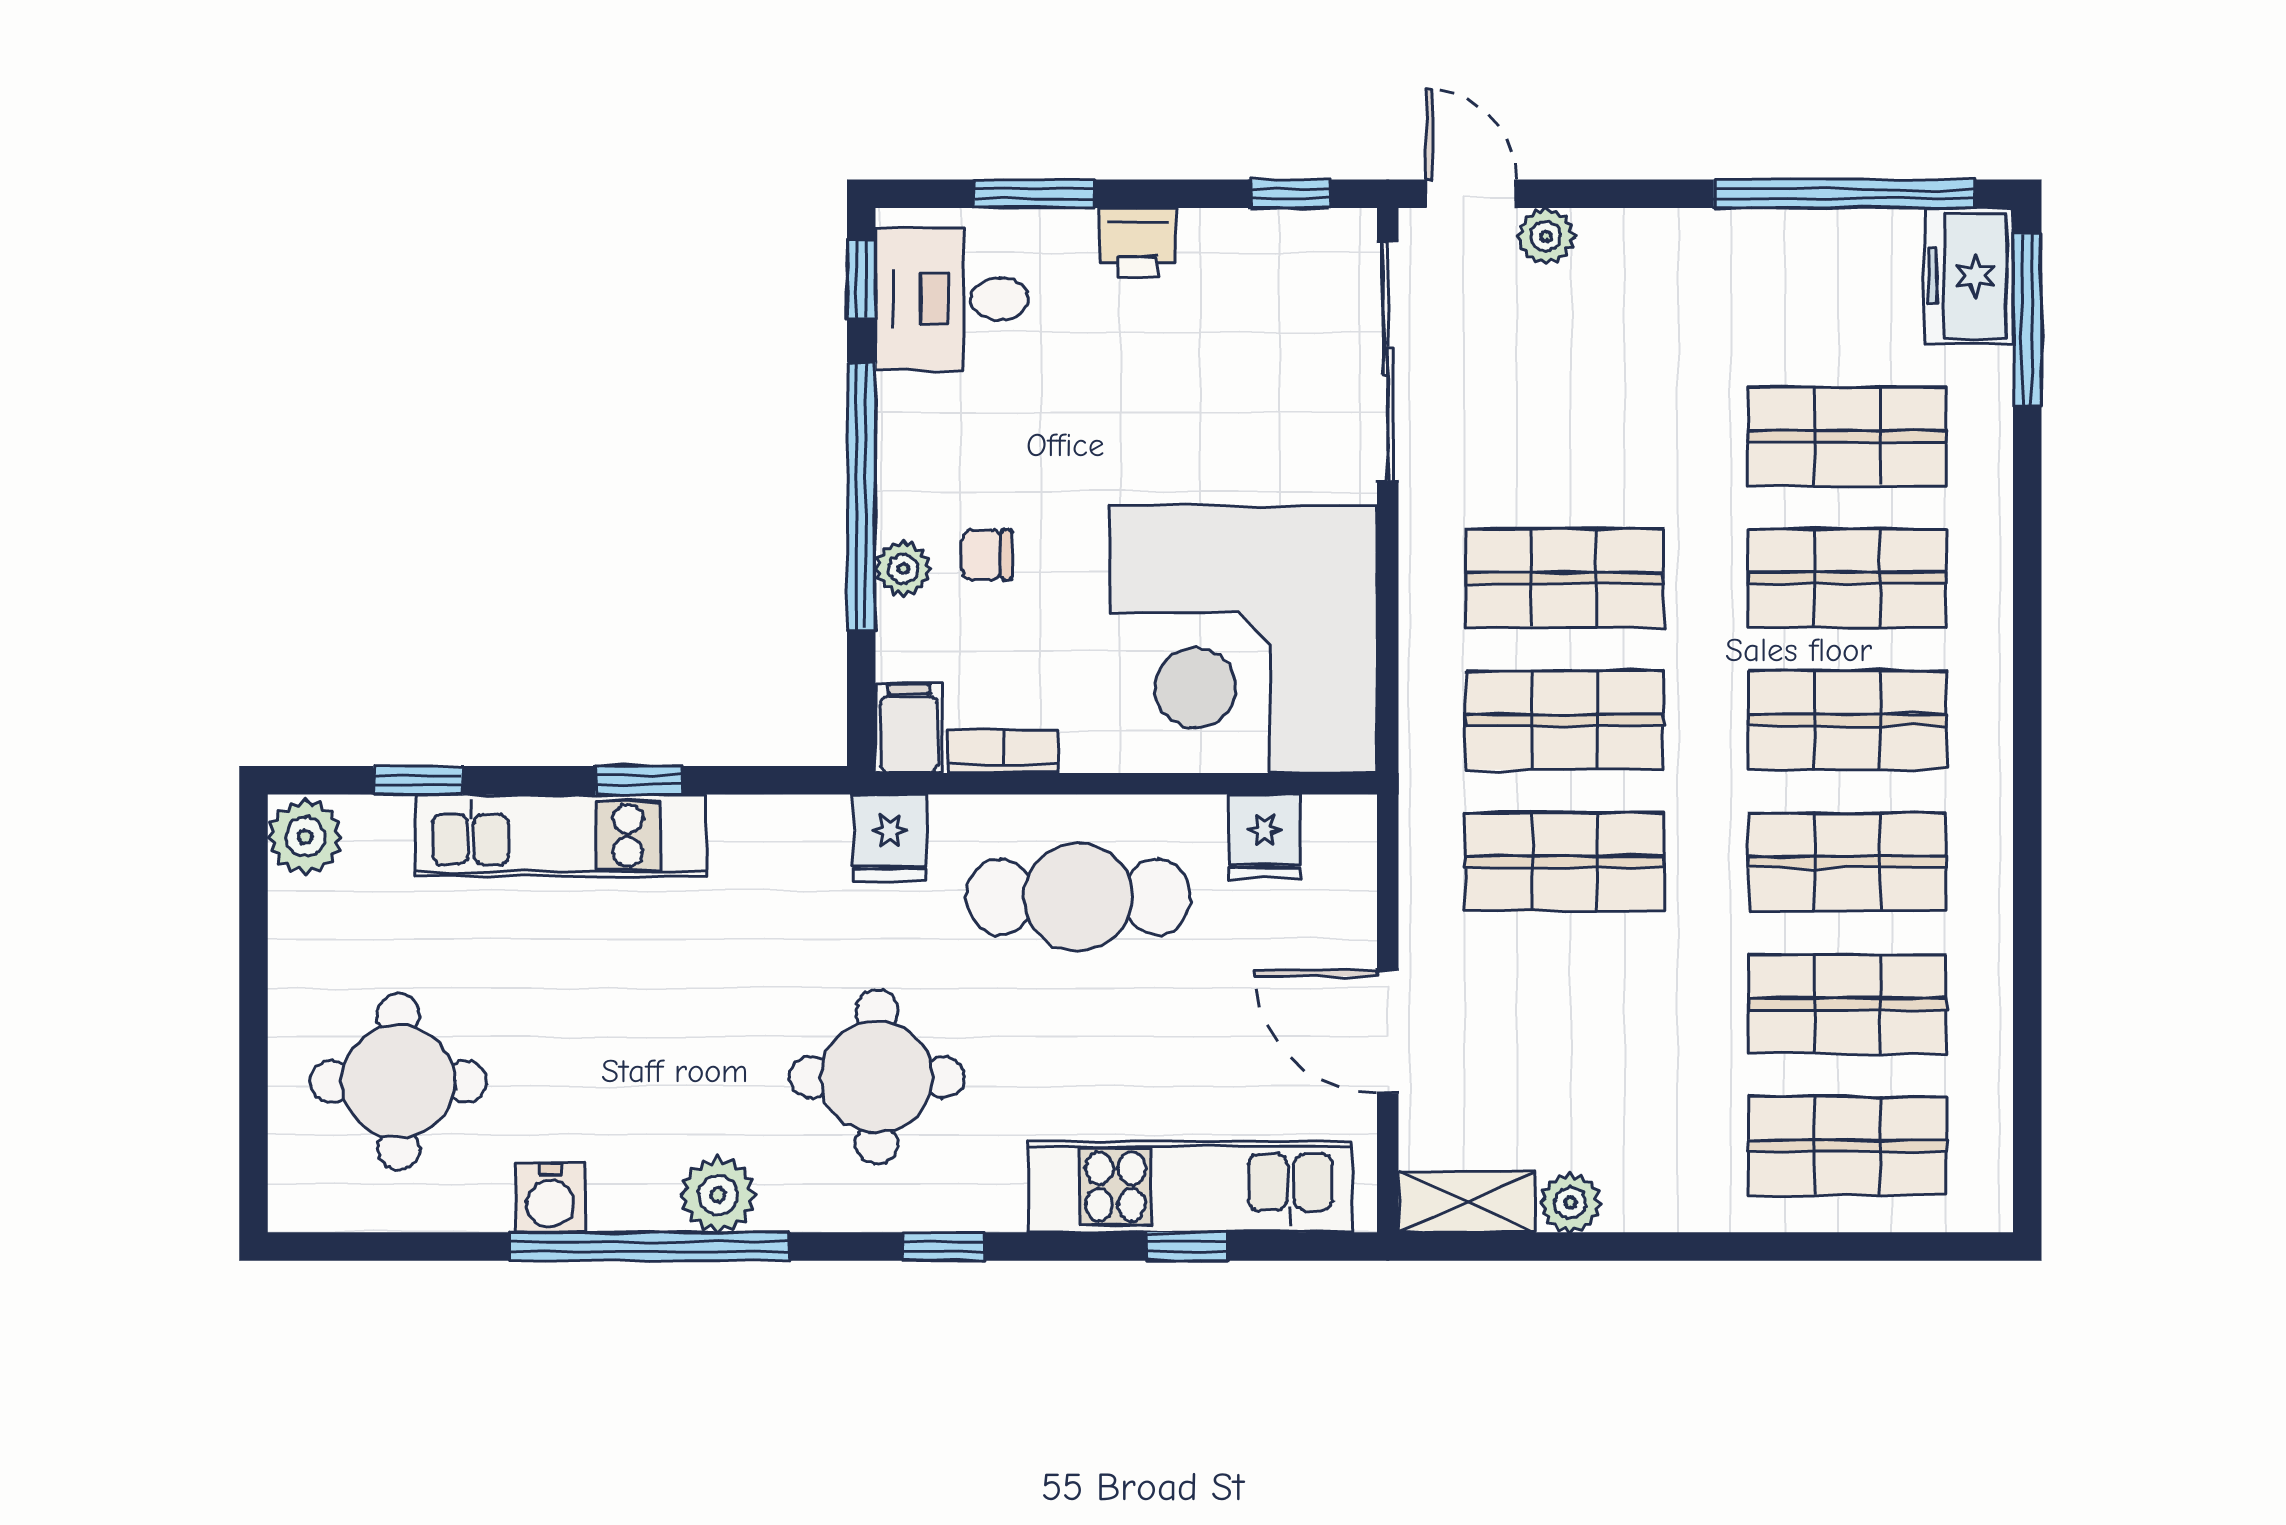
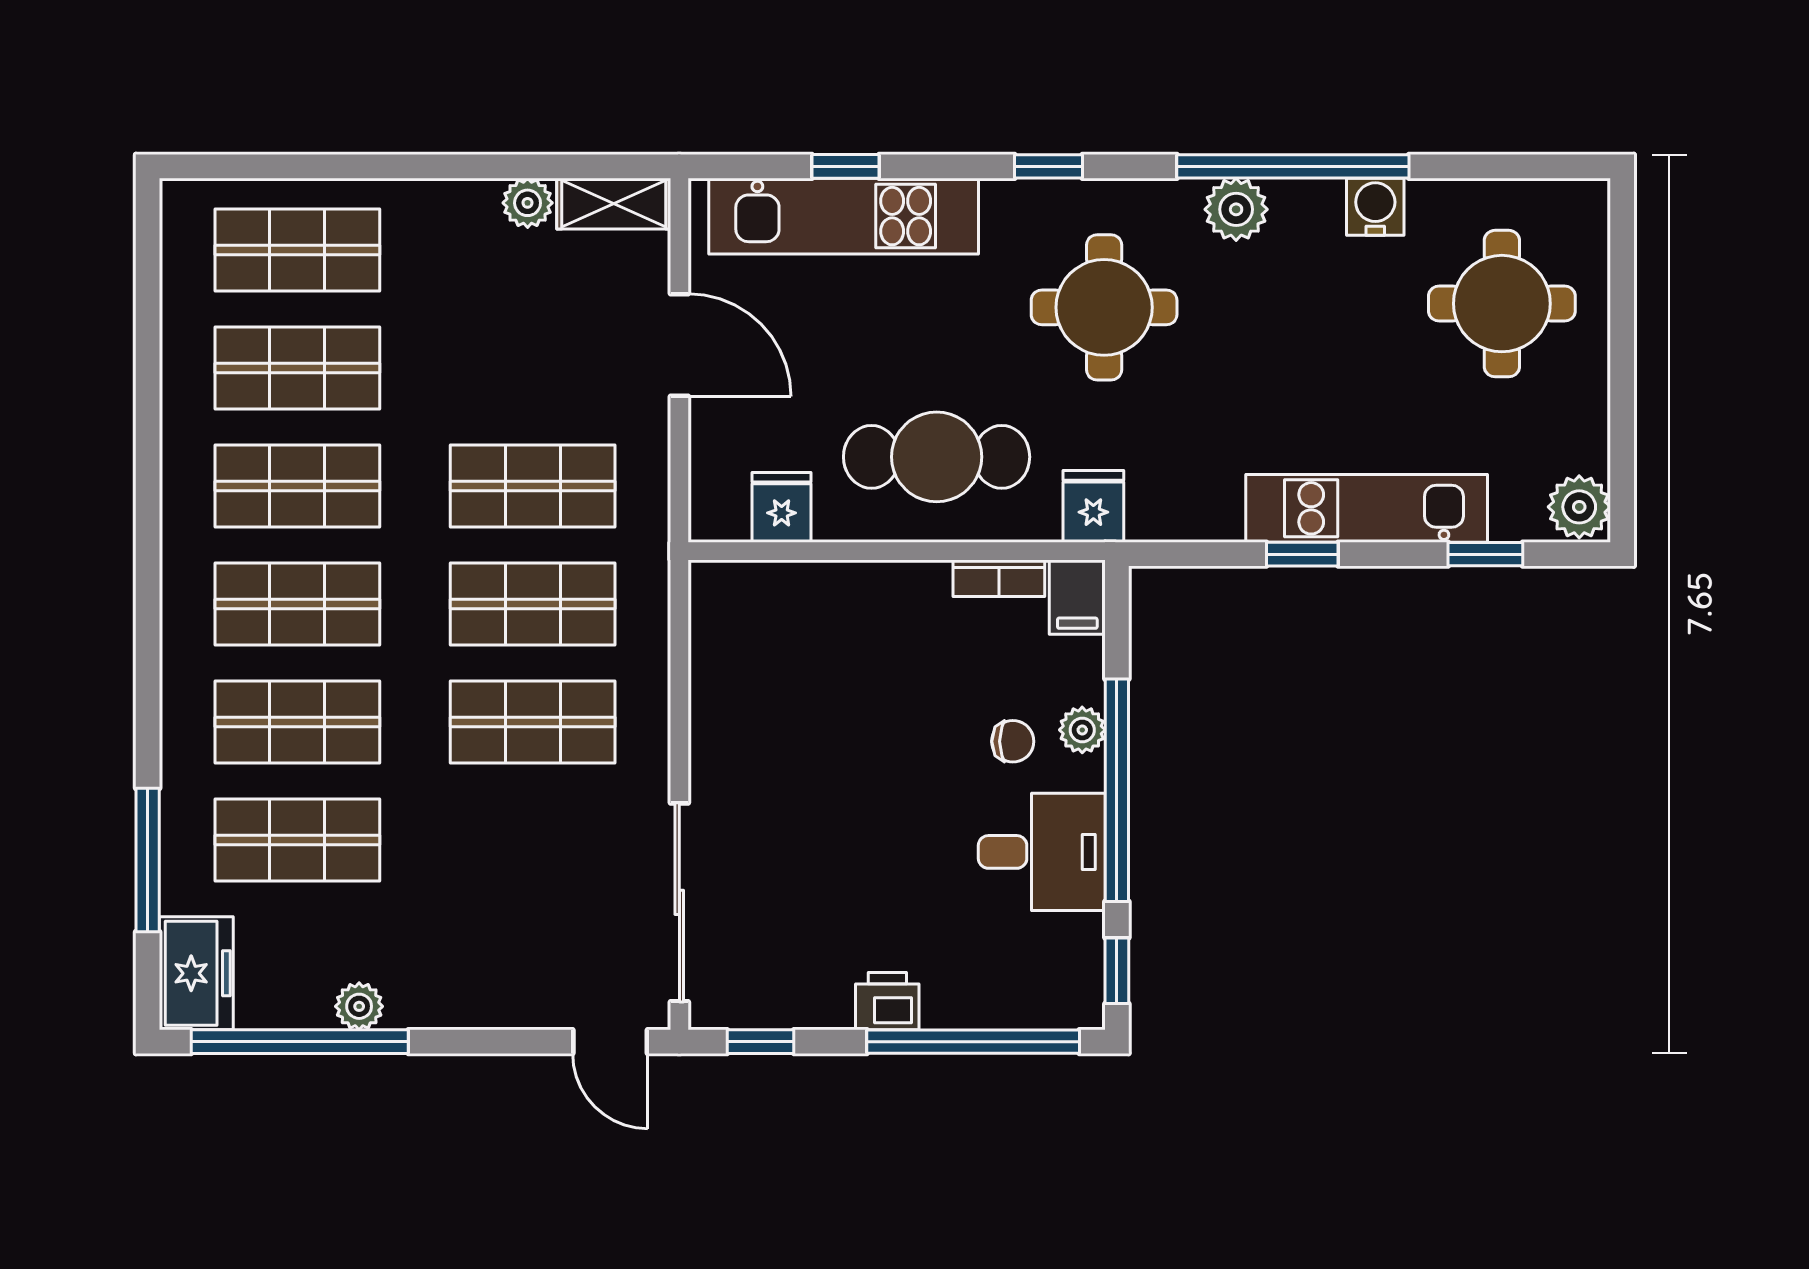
window: (1034, 194) -> (973, 1042), width x2.11
plant: (1546, 236) -> (359, 1006), moved
desk: (952, 299) -> (1042, 852), moved
window: (2027, 320) -> (148, 860), moved
corner desk: (1244, 640) -> (799, 671), removed

